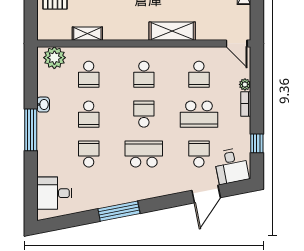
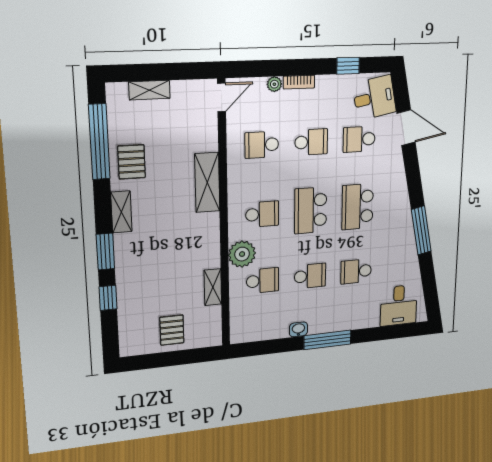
plant: (54, 58) -> (242, 254), moved
school desk: (199, 74) -> (262, 145), turned 180
school desk: (144, 114) -> (311, 210), width x1.85
school desk: (199, 114) -> (311, 142), width x0.54

